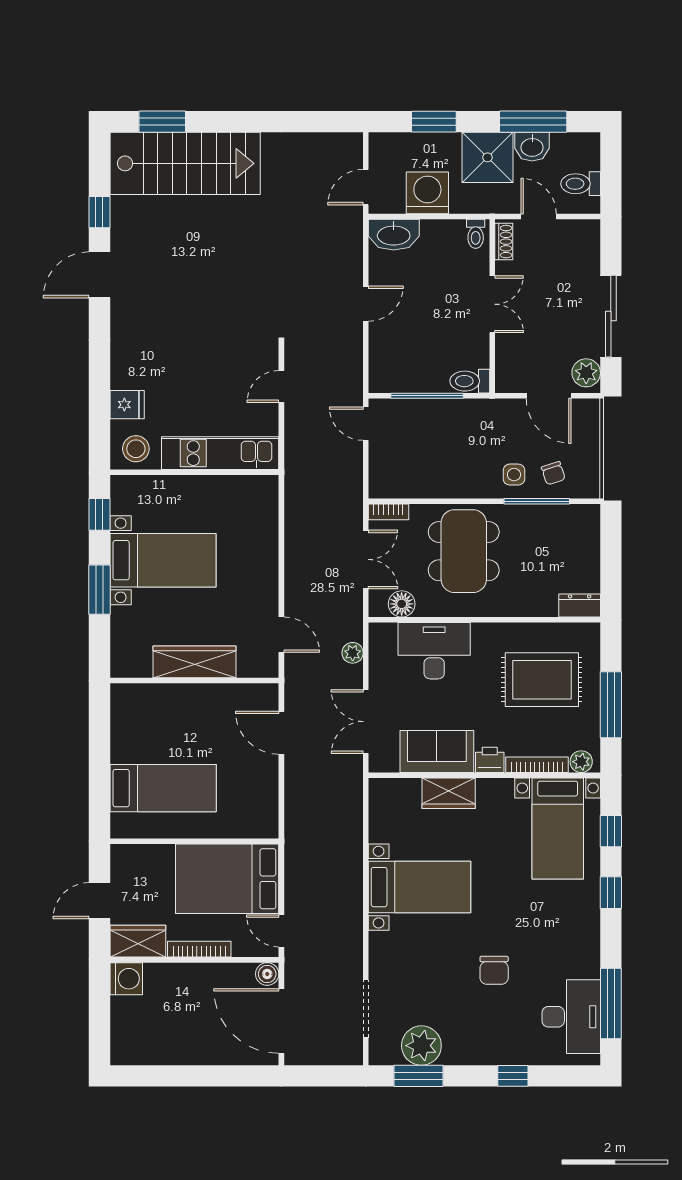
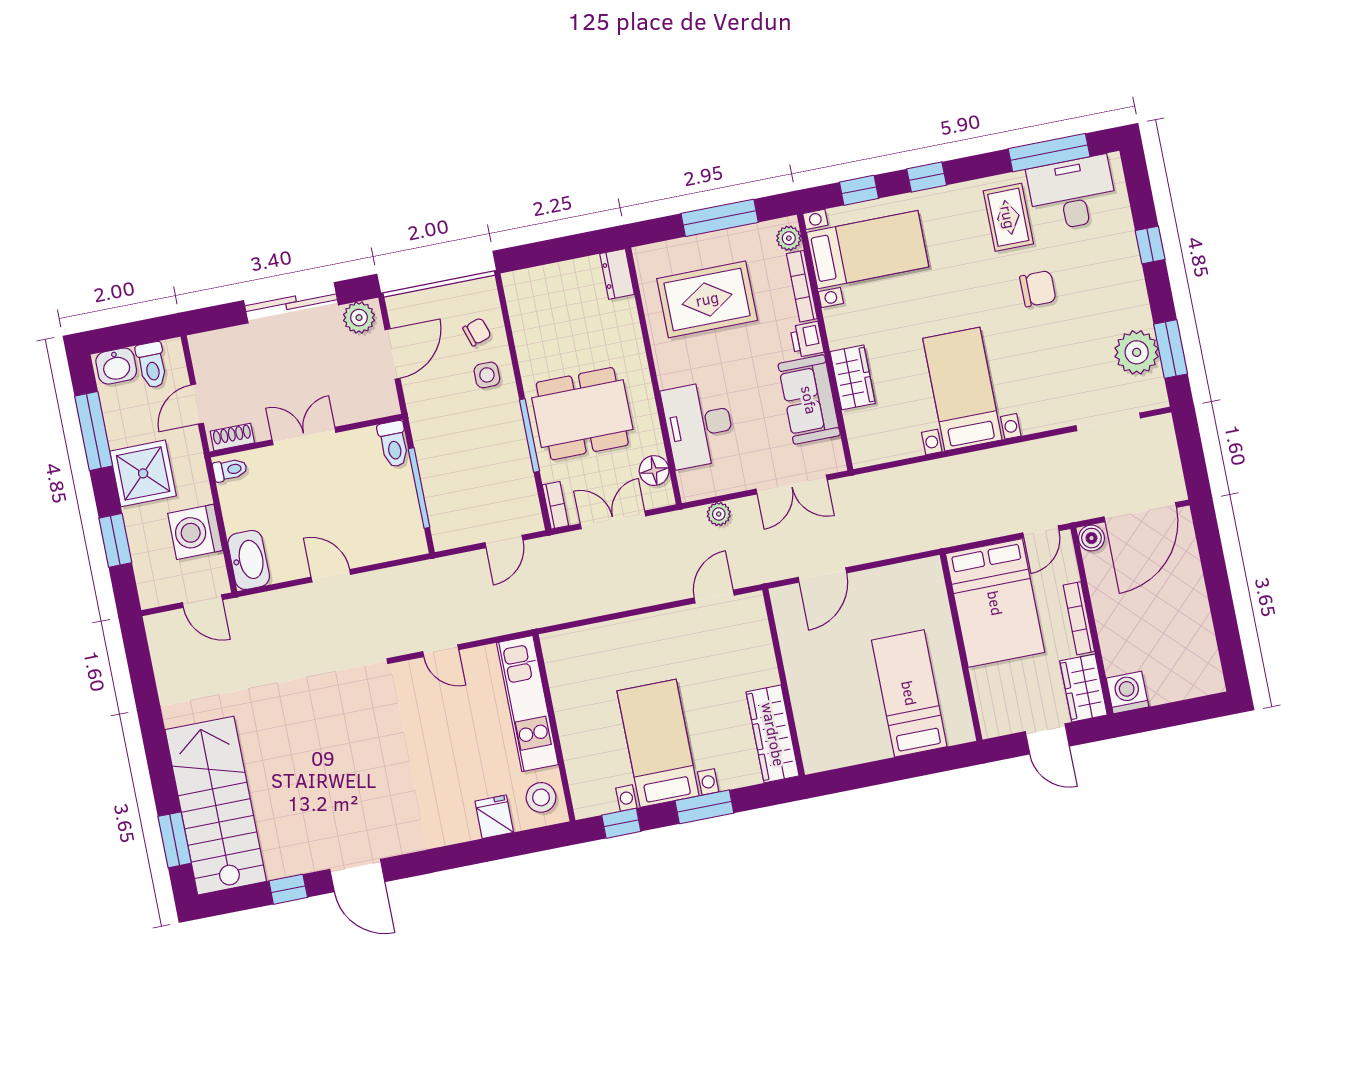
washbasin: (532, 147) -> (116, 366), moved, turned 90
door: (366, 424) -> (504, 541), moved
window: (537, 501) -> (529, 435), moved
wardrobe: (195, 662) -> (773, 734), moved
rug: (542, 680) -> (707, 299), turned 90
rug: (561, 957) -> (1008, 217), added

